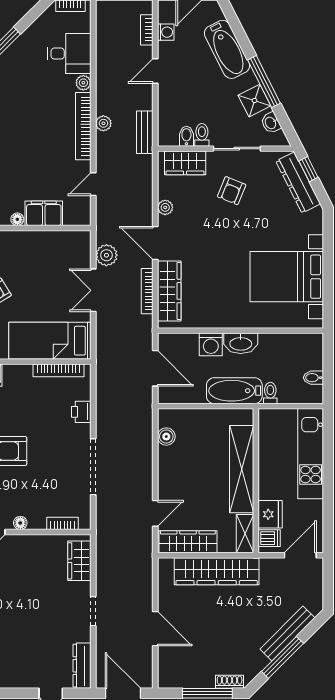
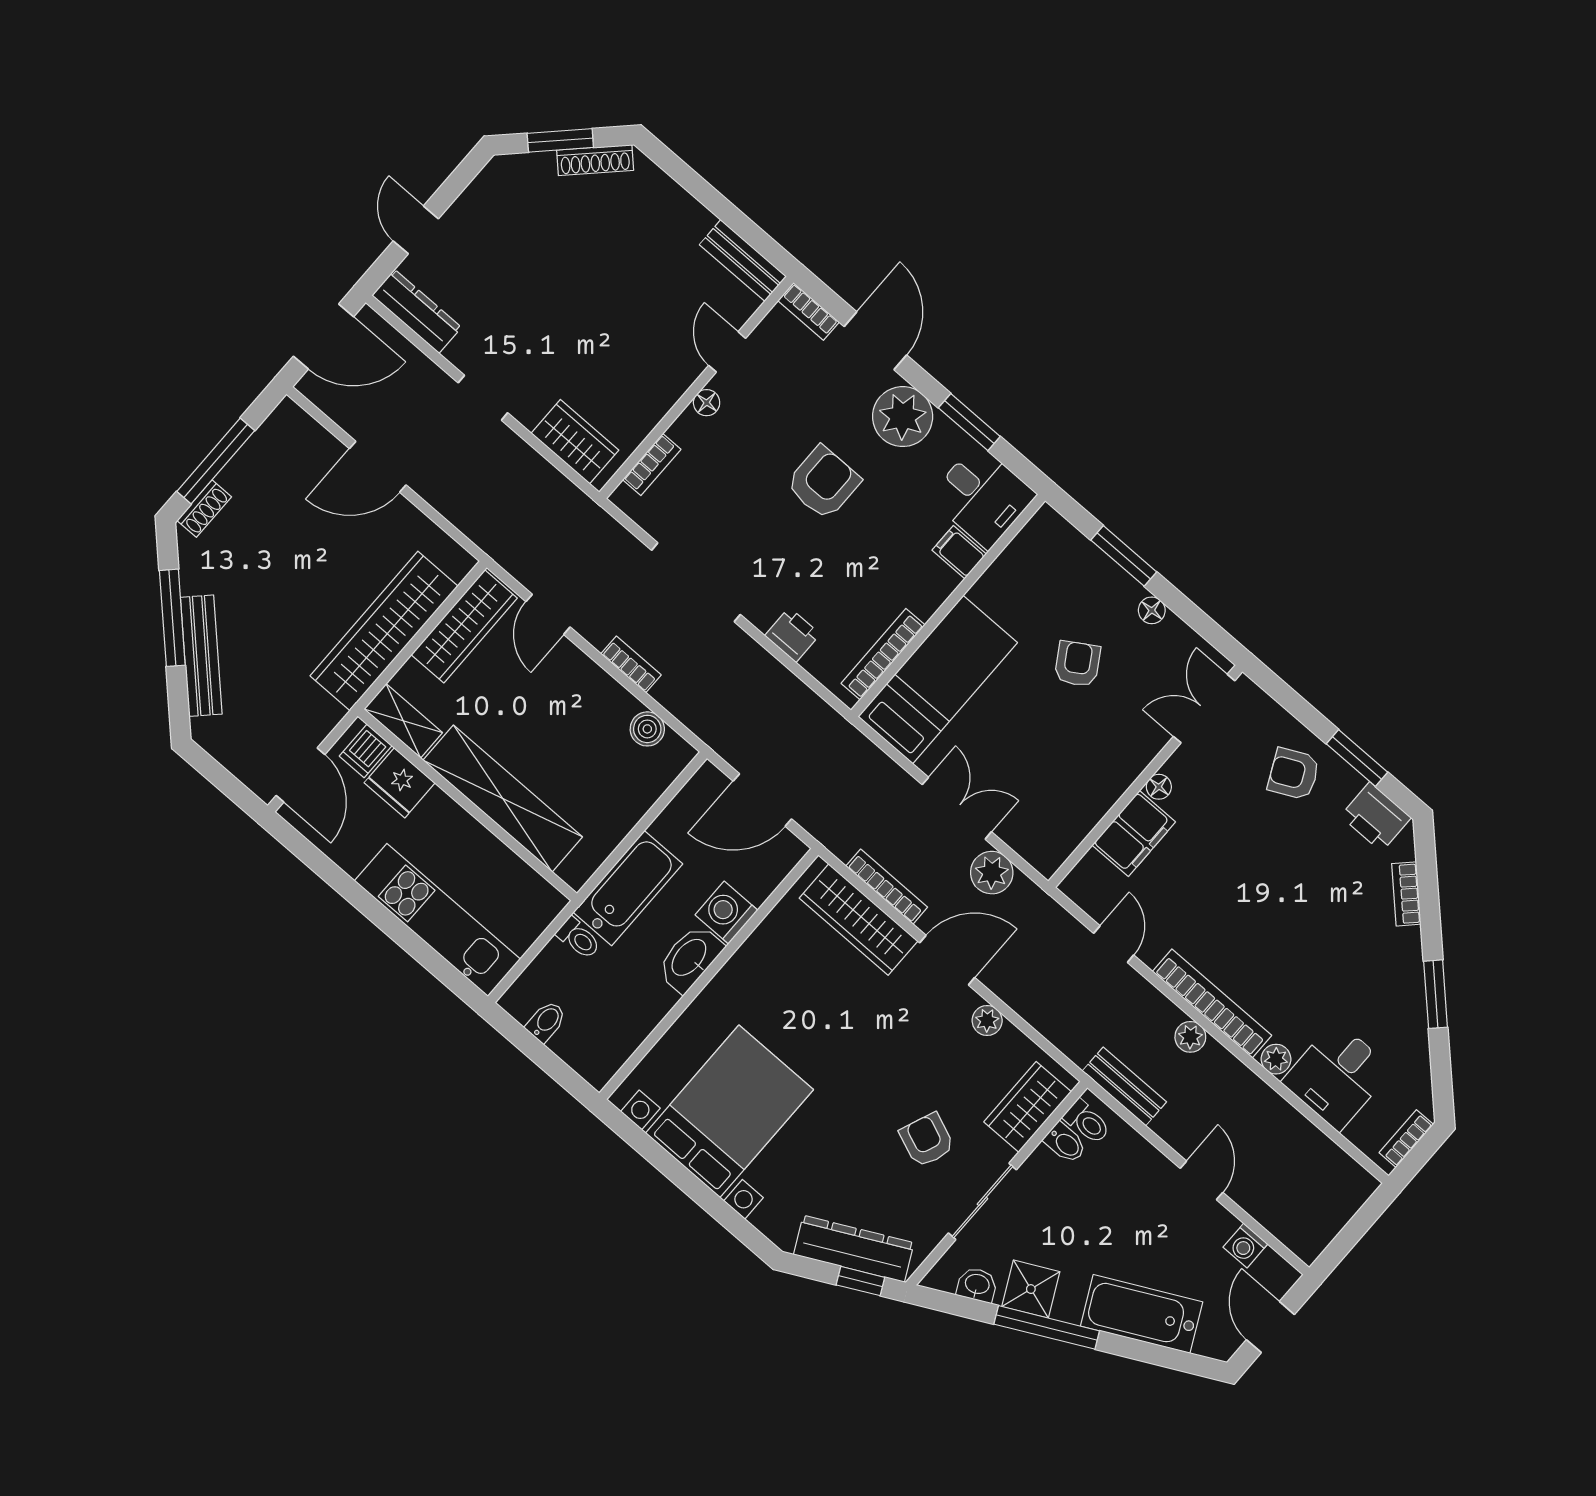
bookcase: (147, 30) -> (631, 664), moved
toilet: (202, 135) -> (1087, 1122), moved

